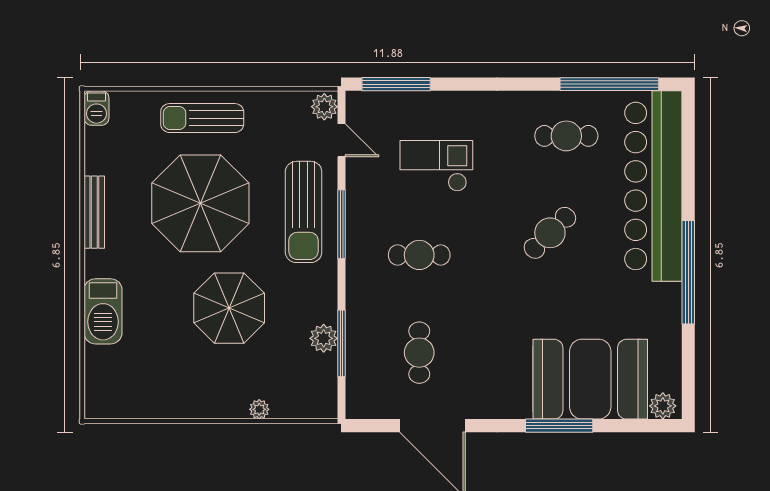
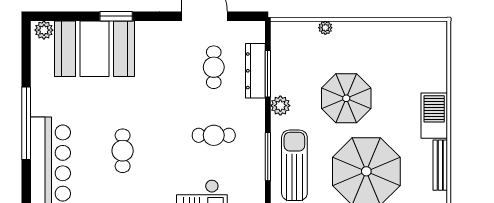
cafe table: (550, 233) -> (123, 151), turned -45
barbecue: (103, 311) -> (434, 116), moved
plant: (324, 338) -> (280, 106), moved
dresser: (359, 347) -> (255, 71), added
window: (559, 426) -> (116, 16), width x0.69

